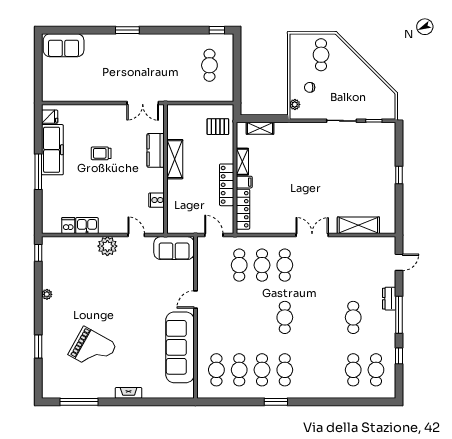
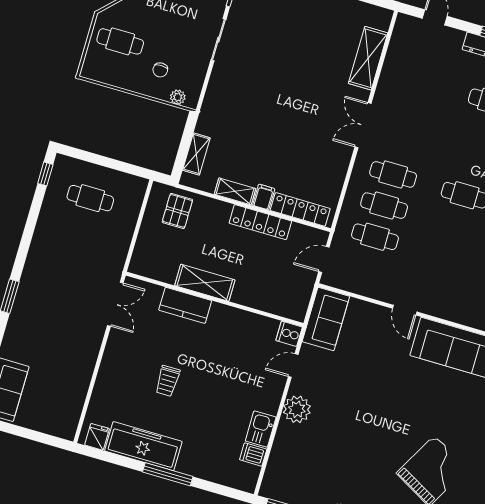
cooker: (156, 200) -> (289, 334), moved, turned 90

